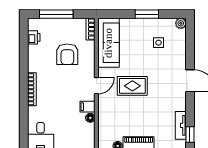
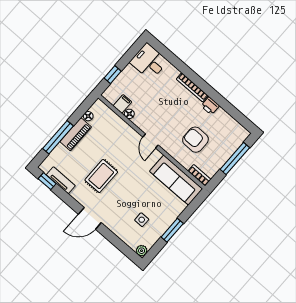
printer: (34, 37) -> (210, 106), moved
rug: (132, 86) -> (101, 176), moved
filing cabinet: (87, 107) -> (122, 104), moved

